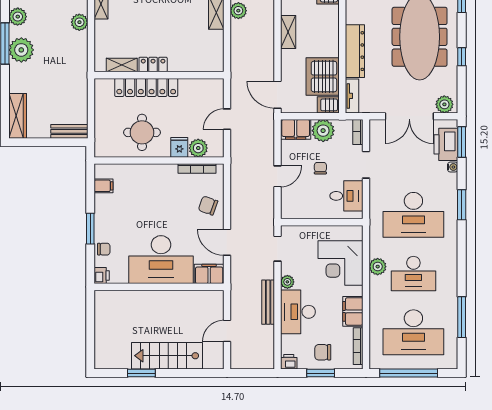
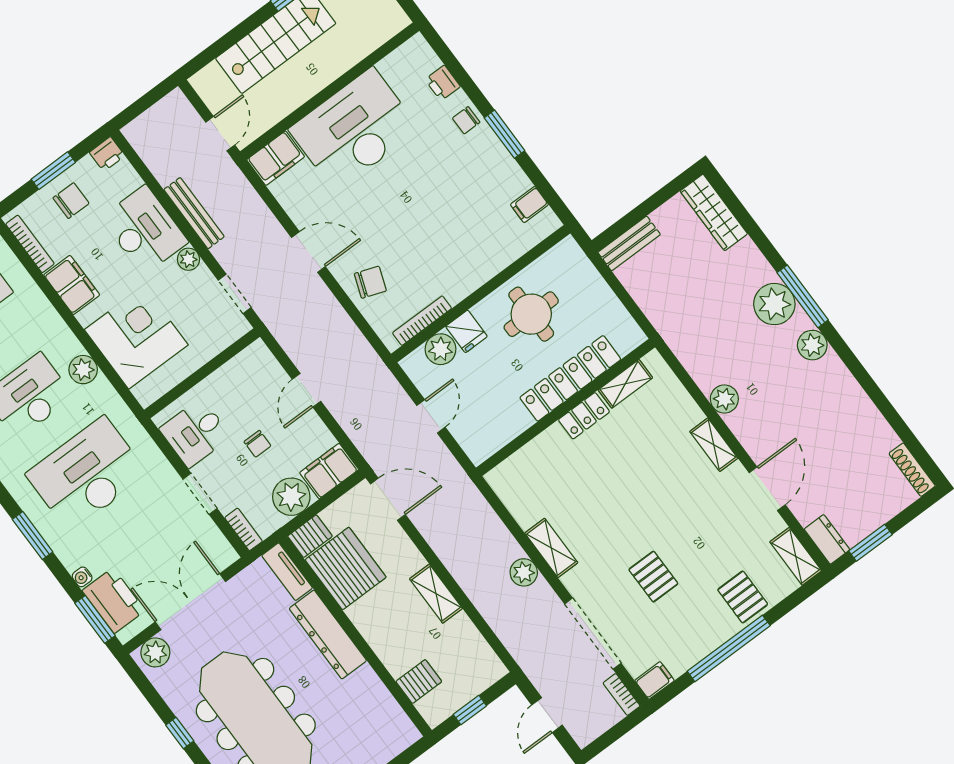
desk: (161, 260) -> (354, 129), moved
filing cabinet: (209, 274) -> (276, 158), moved
wall: (159, 287) -> (330, 91), moved

